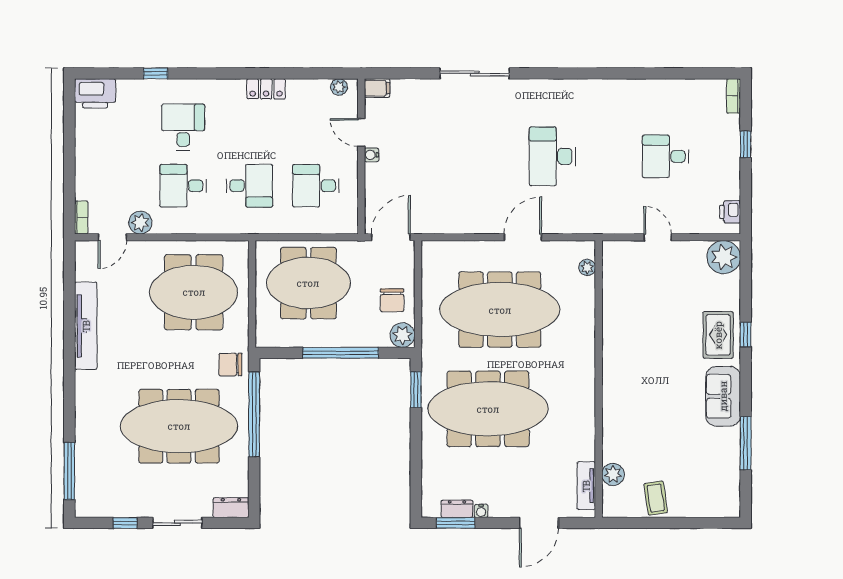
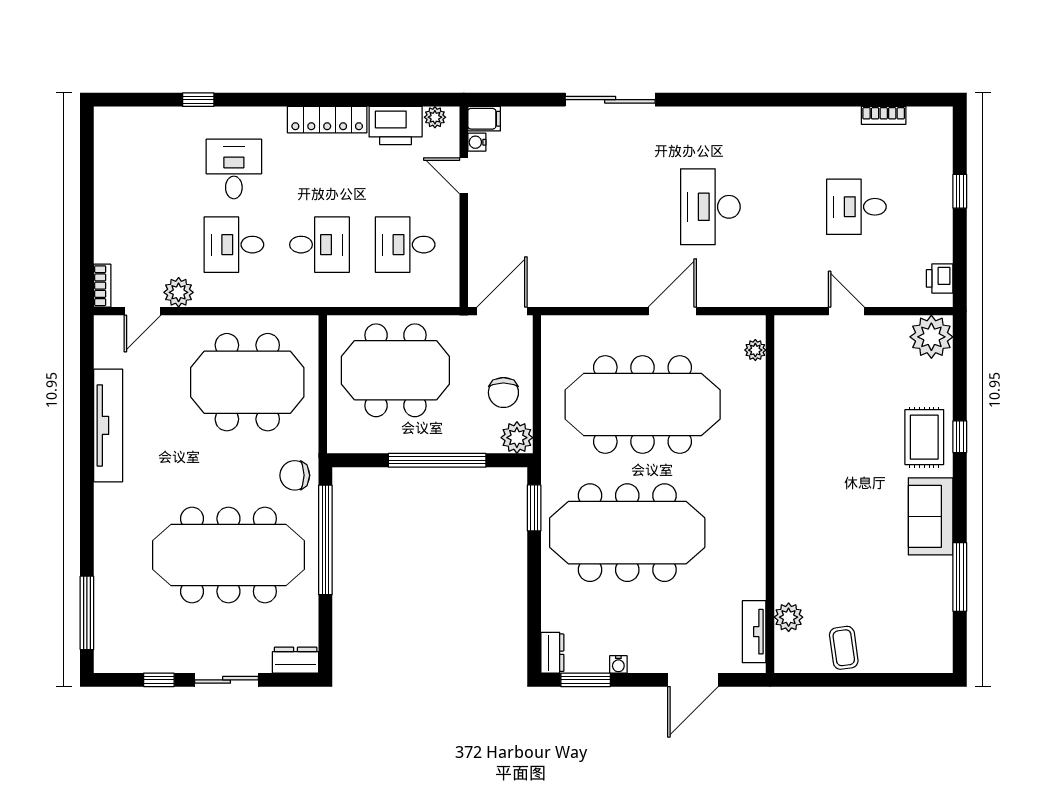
locker: (266, 89) -> (327, 120), width x1.53
printer: (95, 93) -> (396, 126), moved
bookcase: (733, 96) -> (884, 115), moved, turned -90
water cooler: (371, 155) -> (477, 142), moved
dresser: (457, 509) -> (552, 653), moved, turned 90

